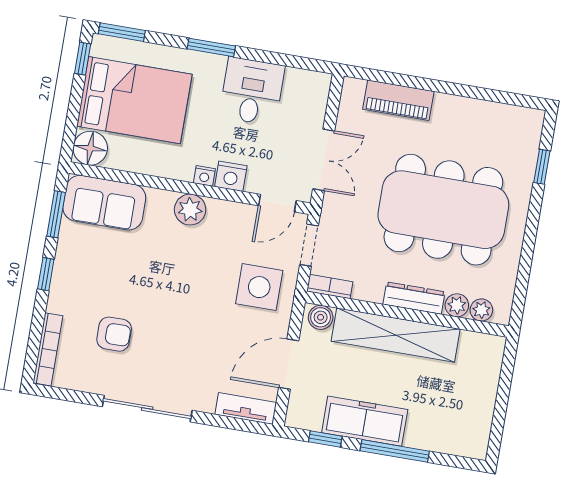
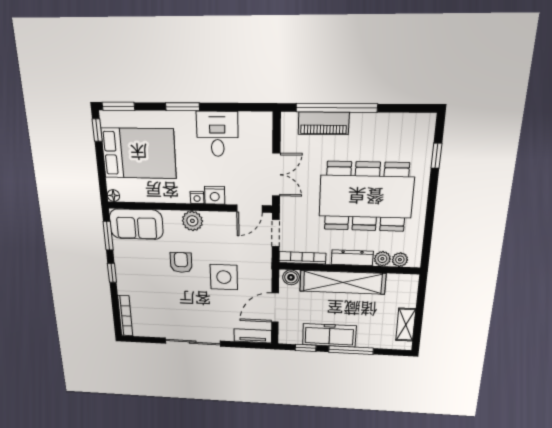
window: (418, 83) -> (337, 108), added
floor lamp: (90, 148) -> (113, 196), width x0.53, depth x0.53
bookcase: (330, 286) -> (302, 258), width x1.56
side table: (259, 287) -> (224, 277), moved
armchair: (114, 334) -> (181, 262), moved, turned -90
shelving: (481, 416) -> (406, 325), added

